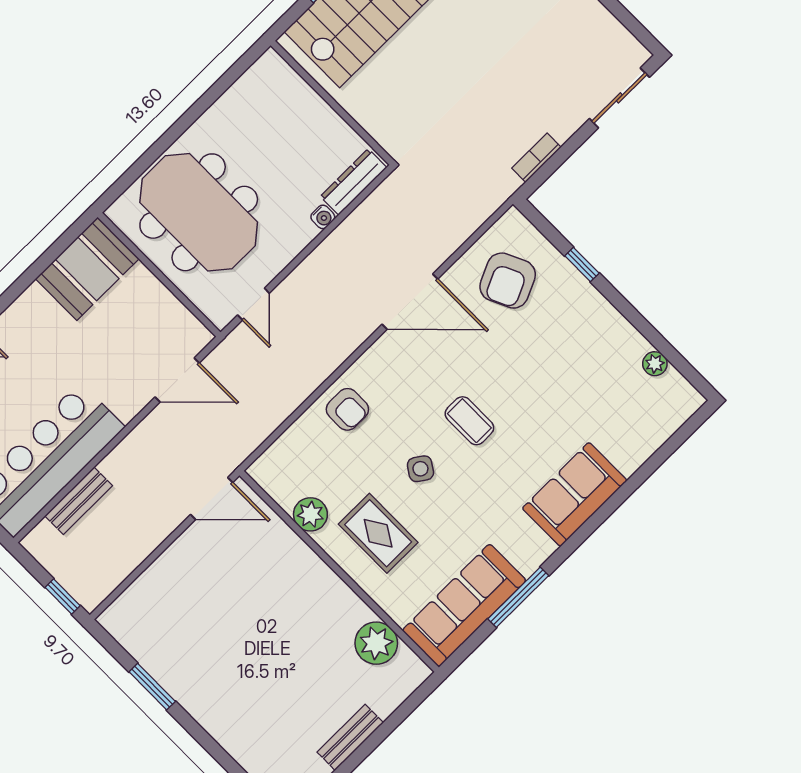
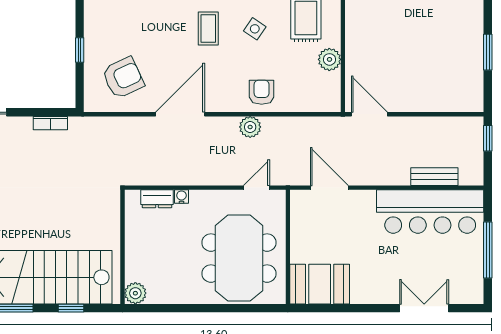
plant: (271, 68) -> (135, 293), added
dresser: (353, 182) -> (157, 199), width x0.70
door: (410, 302) -> (180, 114), hinge flipped
plant: (323, 361) -> (250, 127), added

